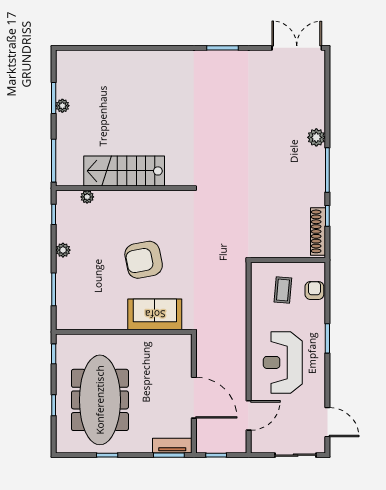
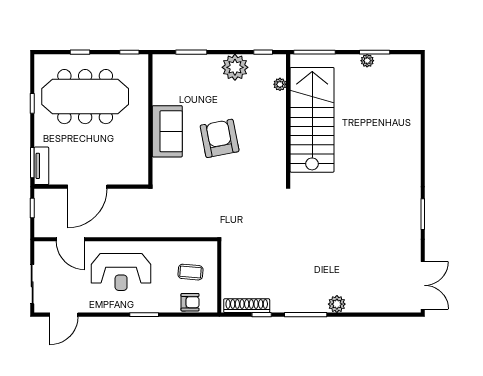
stairs: (124, 171) -> (312, 120), width x1.36, depth x1.51
plant: (63, 250) -> (235, 67), width x1.87, depth x1.87
sofa: (155, 314) -> (167, 131), moved
reception desk: (283, 362) -> (121, 272), turned 180

